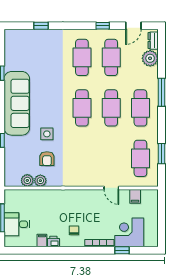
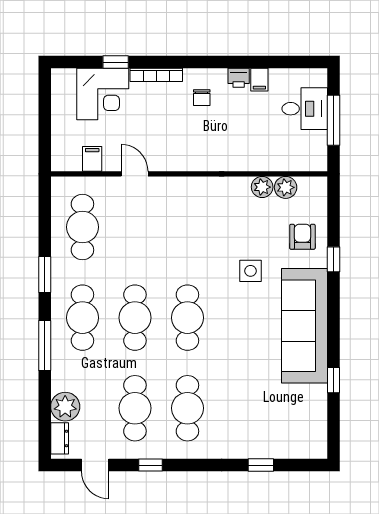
door: (133, 26) -> (95, 465), swing flipped
window: (162, 154) -> (45, 275), moved
armchair: (47, 159) -> (302, 237), moved

